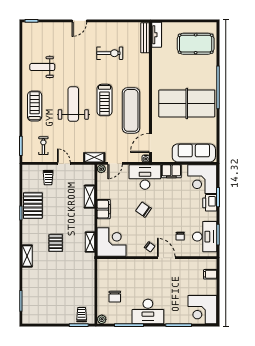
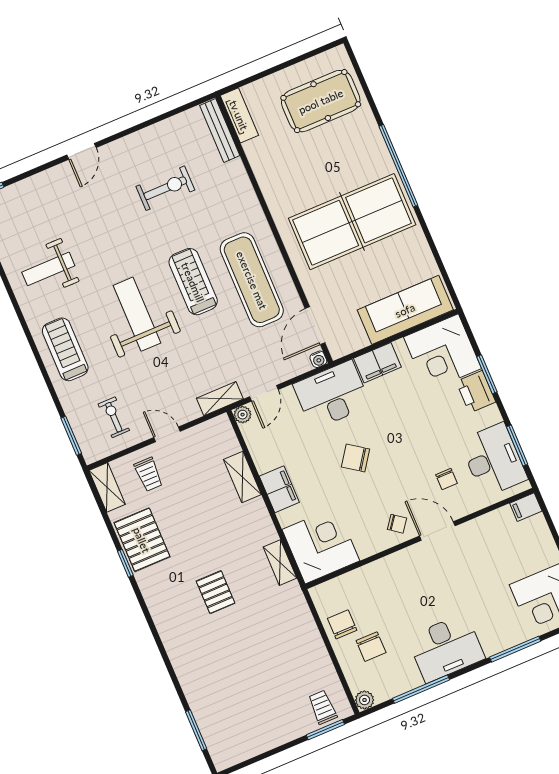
treadmill: (104, 100) -> (193, 282), turned 180
shelving: (27, 256) -> (107, 487), moved
filing cabinet: (210, 274) -> (526, 507), moved
chair: (106, 281) -> (342, 624), added

